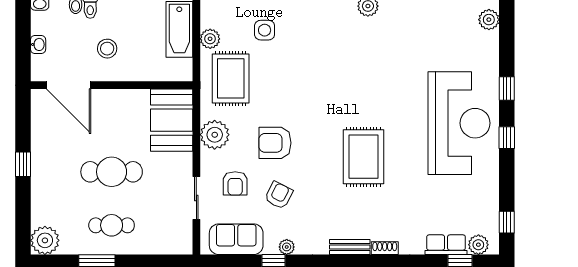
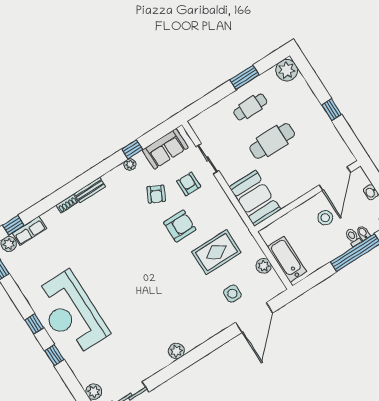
rug: (231, 78) -> (216, 252), moved, turned 90
door: (69, 85) -> (335, 179), swing flipped
plant: (215, 135) -> (222, 207), removed
rug: (364, 157) -> (118, 253), removed

